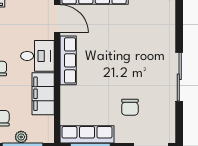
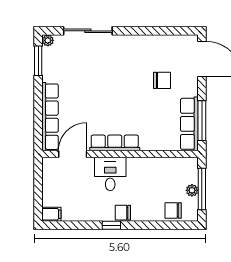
sliding door: (179, 77) -> (88, 31), moved
filing cabinet: (43, 94) -> (148, 168), removed

